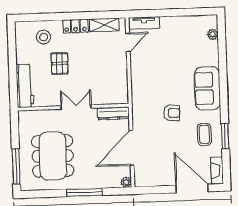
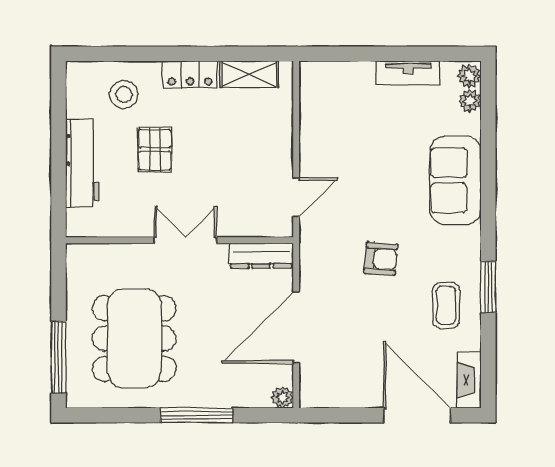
plant: (212, 22) -> (469, 76), added
tv unit: (144, 23) -> (408, 73), moved
door: (128, 42) -> (296, 197), moved
workbench: (25, 86) -> (82, 163), moved
sofa: (207, 88) -> (456, 180), moved
window: (225, 136) -> (488, 287), moved

